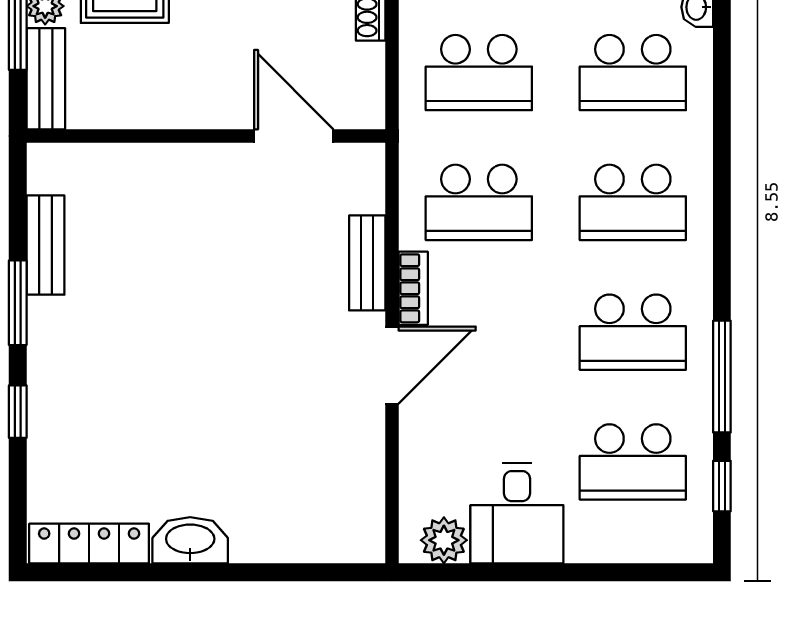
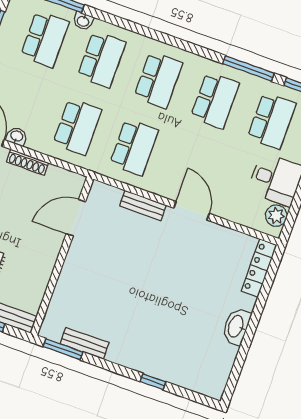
bookcase: (413, 288) -> (161, 189), removed
window: (18, 303) -> (63, 349), moved
locker: (89, 543) -> (259, 268), moved

